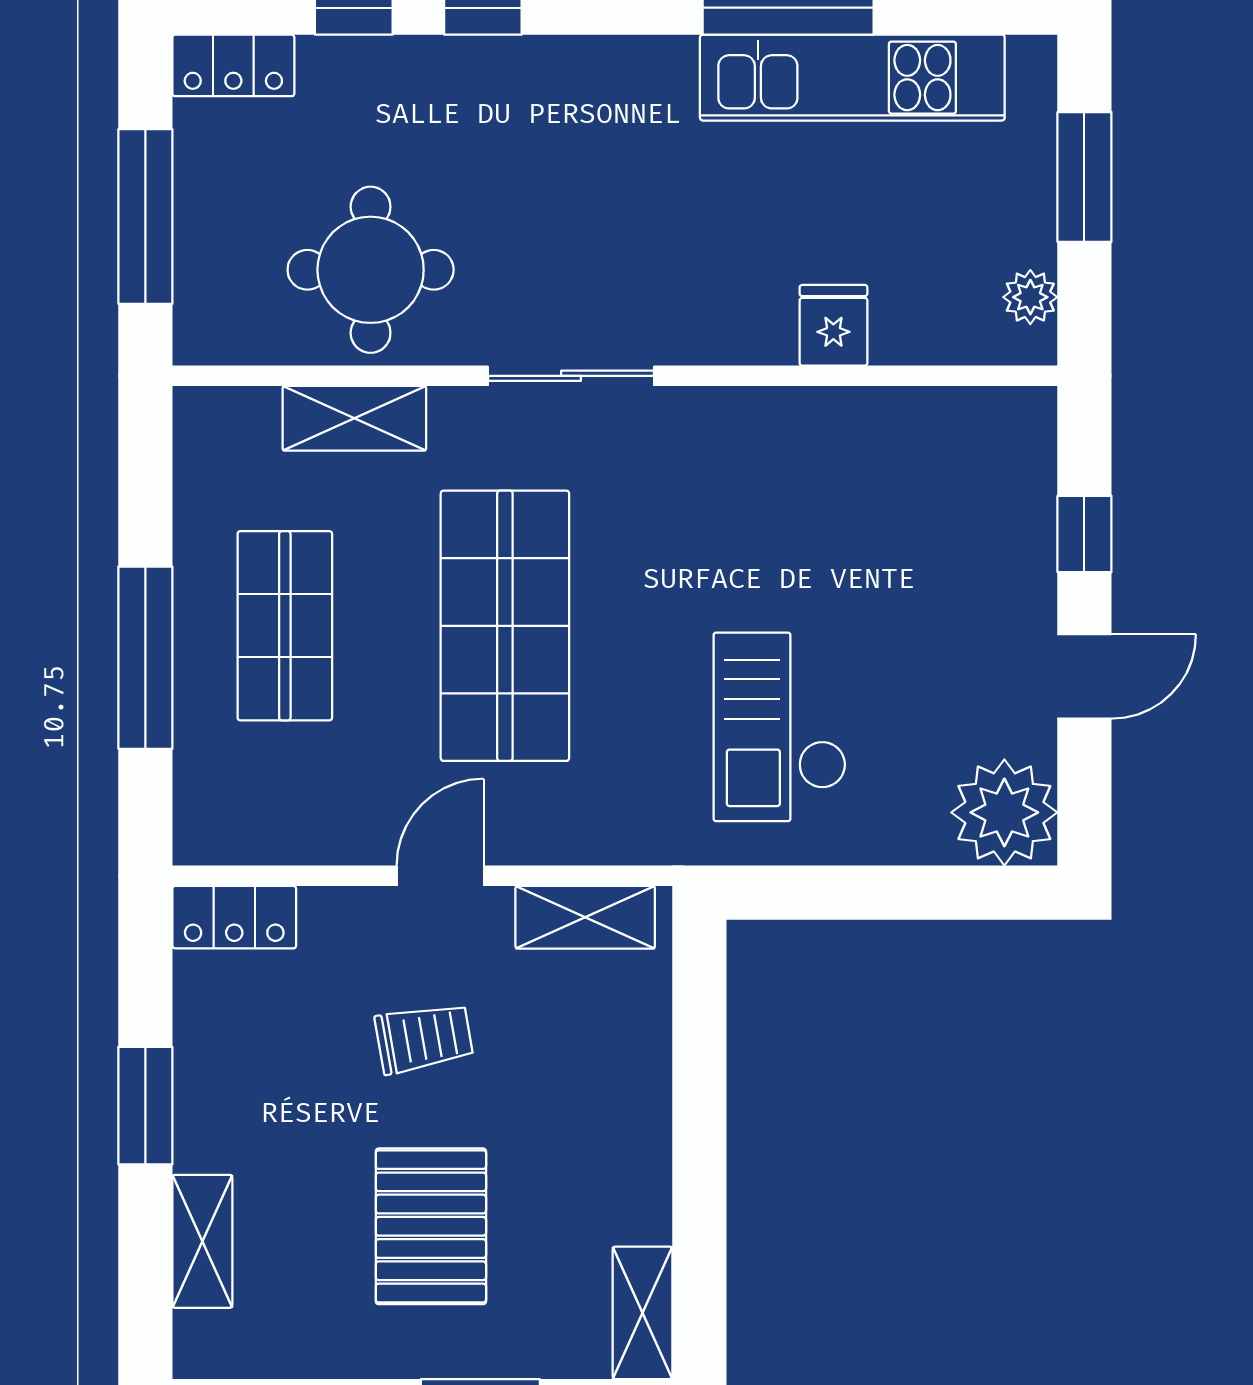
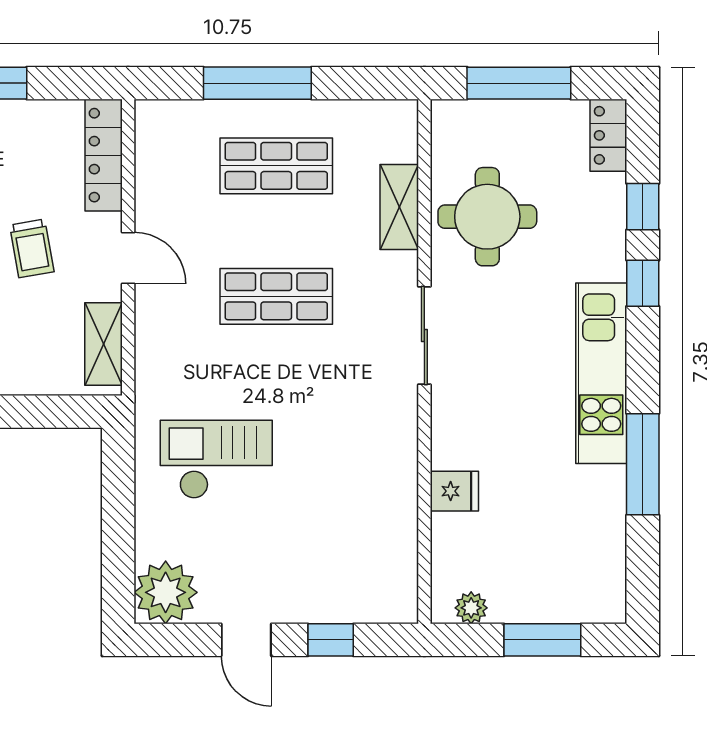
kitchen unit: (852, 78) -> (601, 373), moved
shop shelf: (505, 626) -> (276, 296), width x0.70, depth x0.74
locker: (234, 917) -> (104, 155), width x1.53

